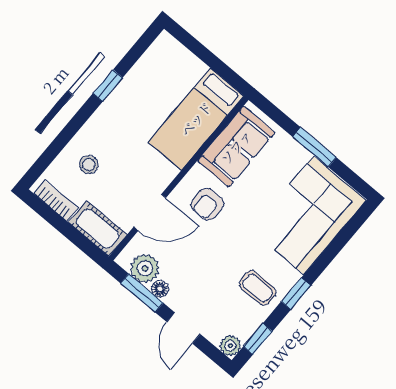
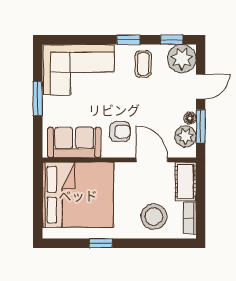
bed: (196, 119) -> (78, 195), width x2.04
stool: (89, 165) -> (154, 217), width x1.89, depth x1.89
plant: (230, 346) -> (182, 59), width x1.87, depth x1.87

